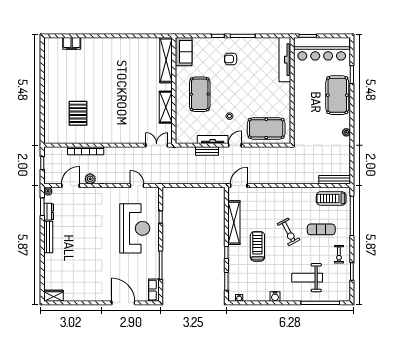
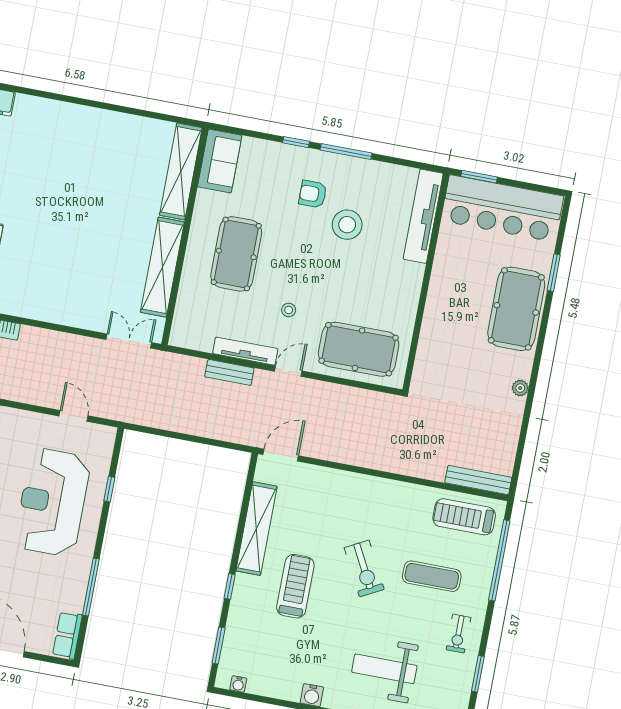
stool: (250, 70) -> (347, 225), added
shelving: (166, 107) -> (162, 267), width x1.47
reception desk: (135, 228) -> (52, 502), turned 180

